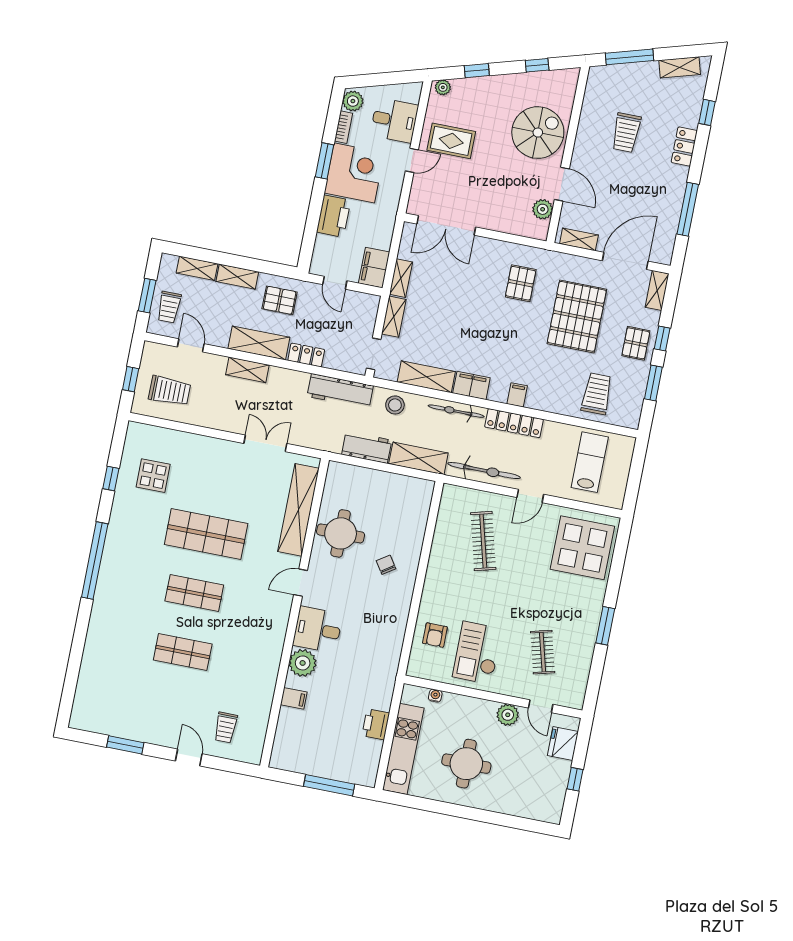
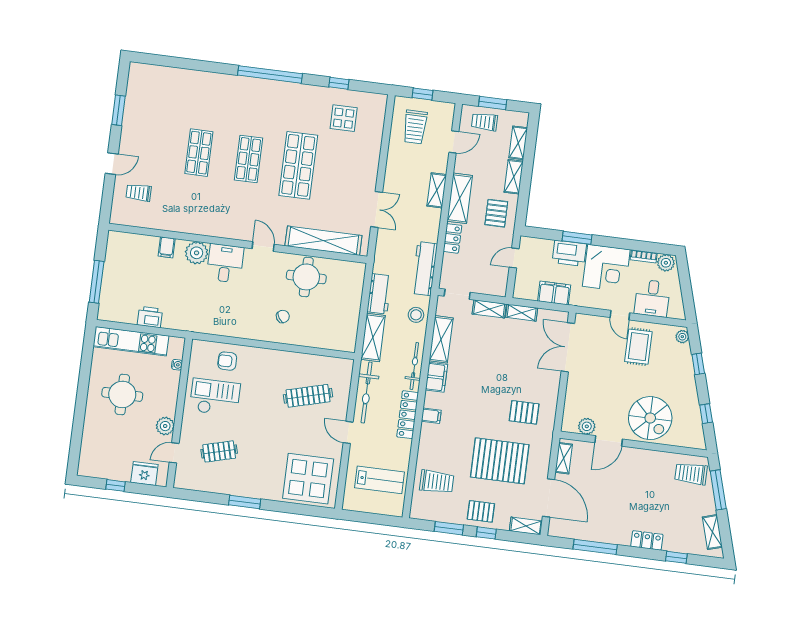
trolley: (626, 133) -> (691, 474), moved
window: (325, 161) -> (577, 238), moved
filing cabinet: (374, 268) -> (554, 293), moved

